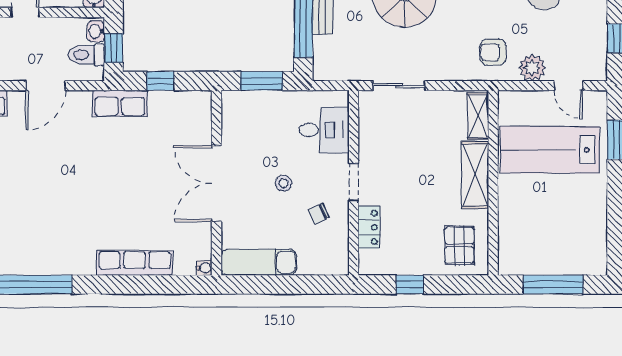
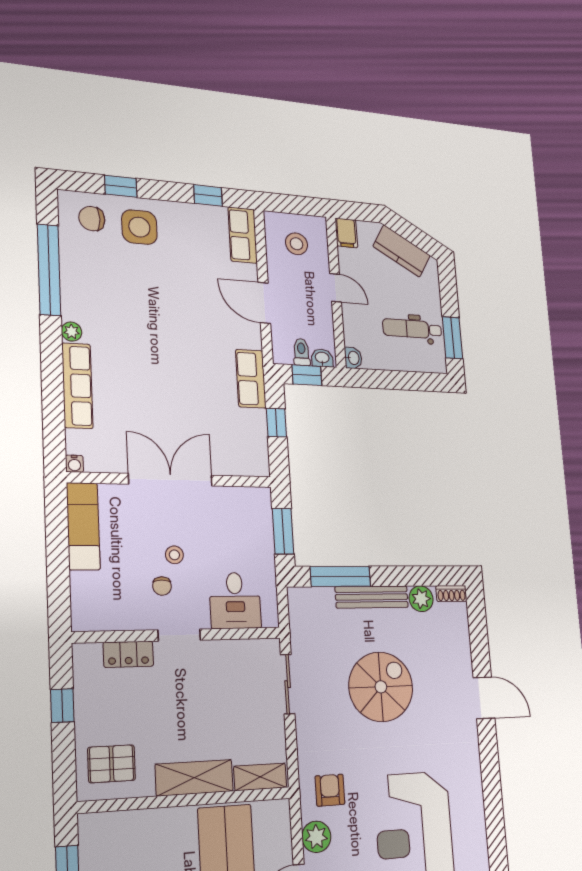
toilet: (86, 55) -> (301, 352), width x0.73, depth x0.72
chair: (319, 214) -> (162, 586), moved, turned -153
plant: (86, 267) -> (72, 332), added

